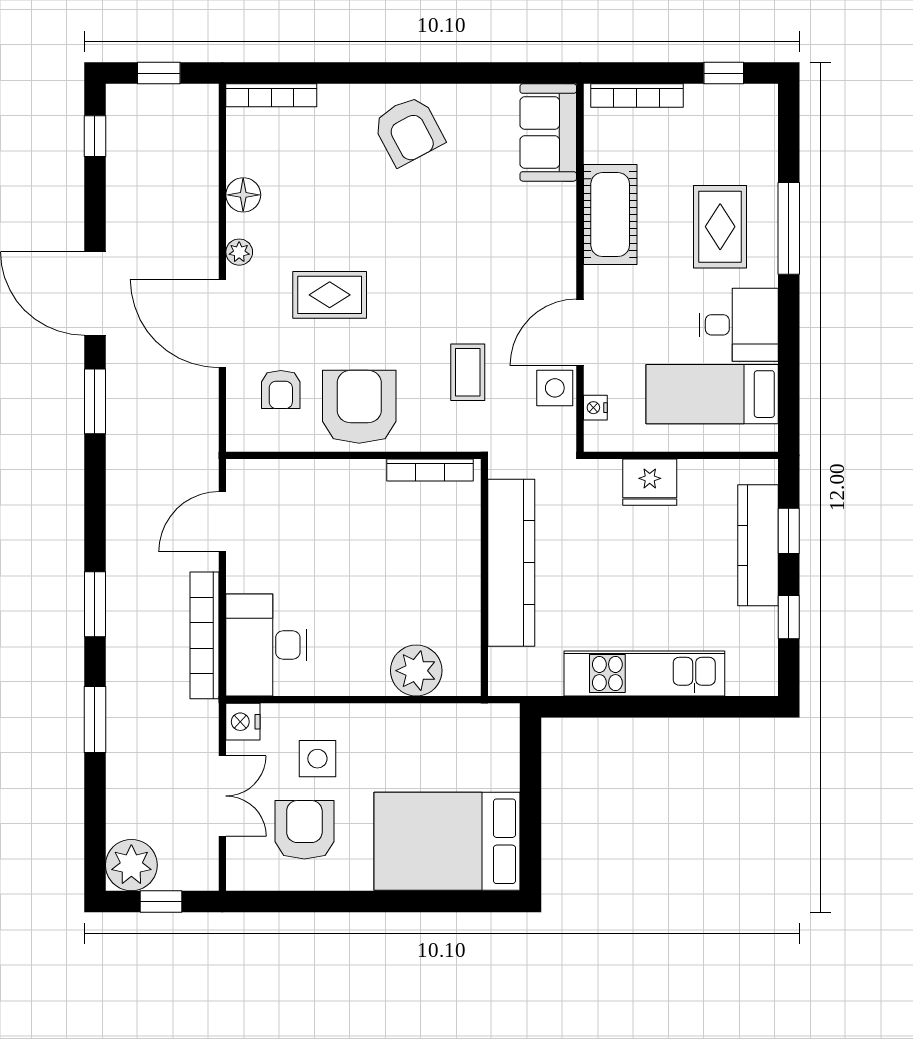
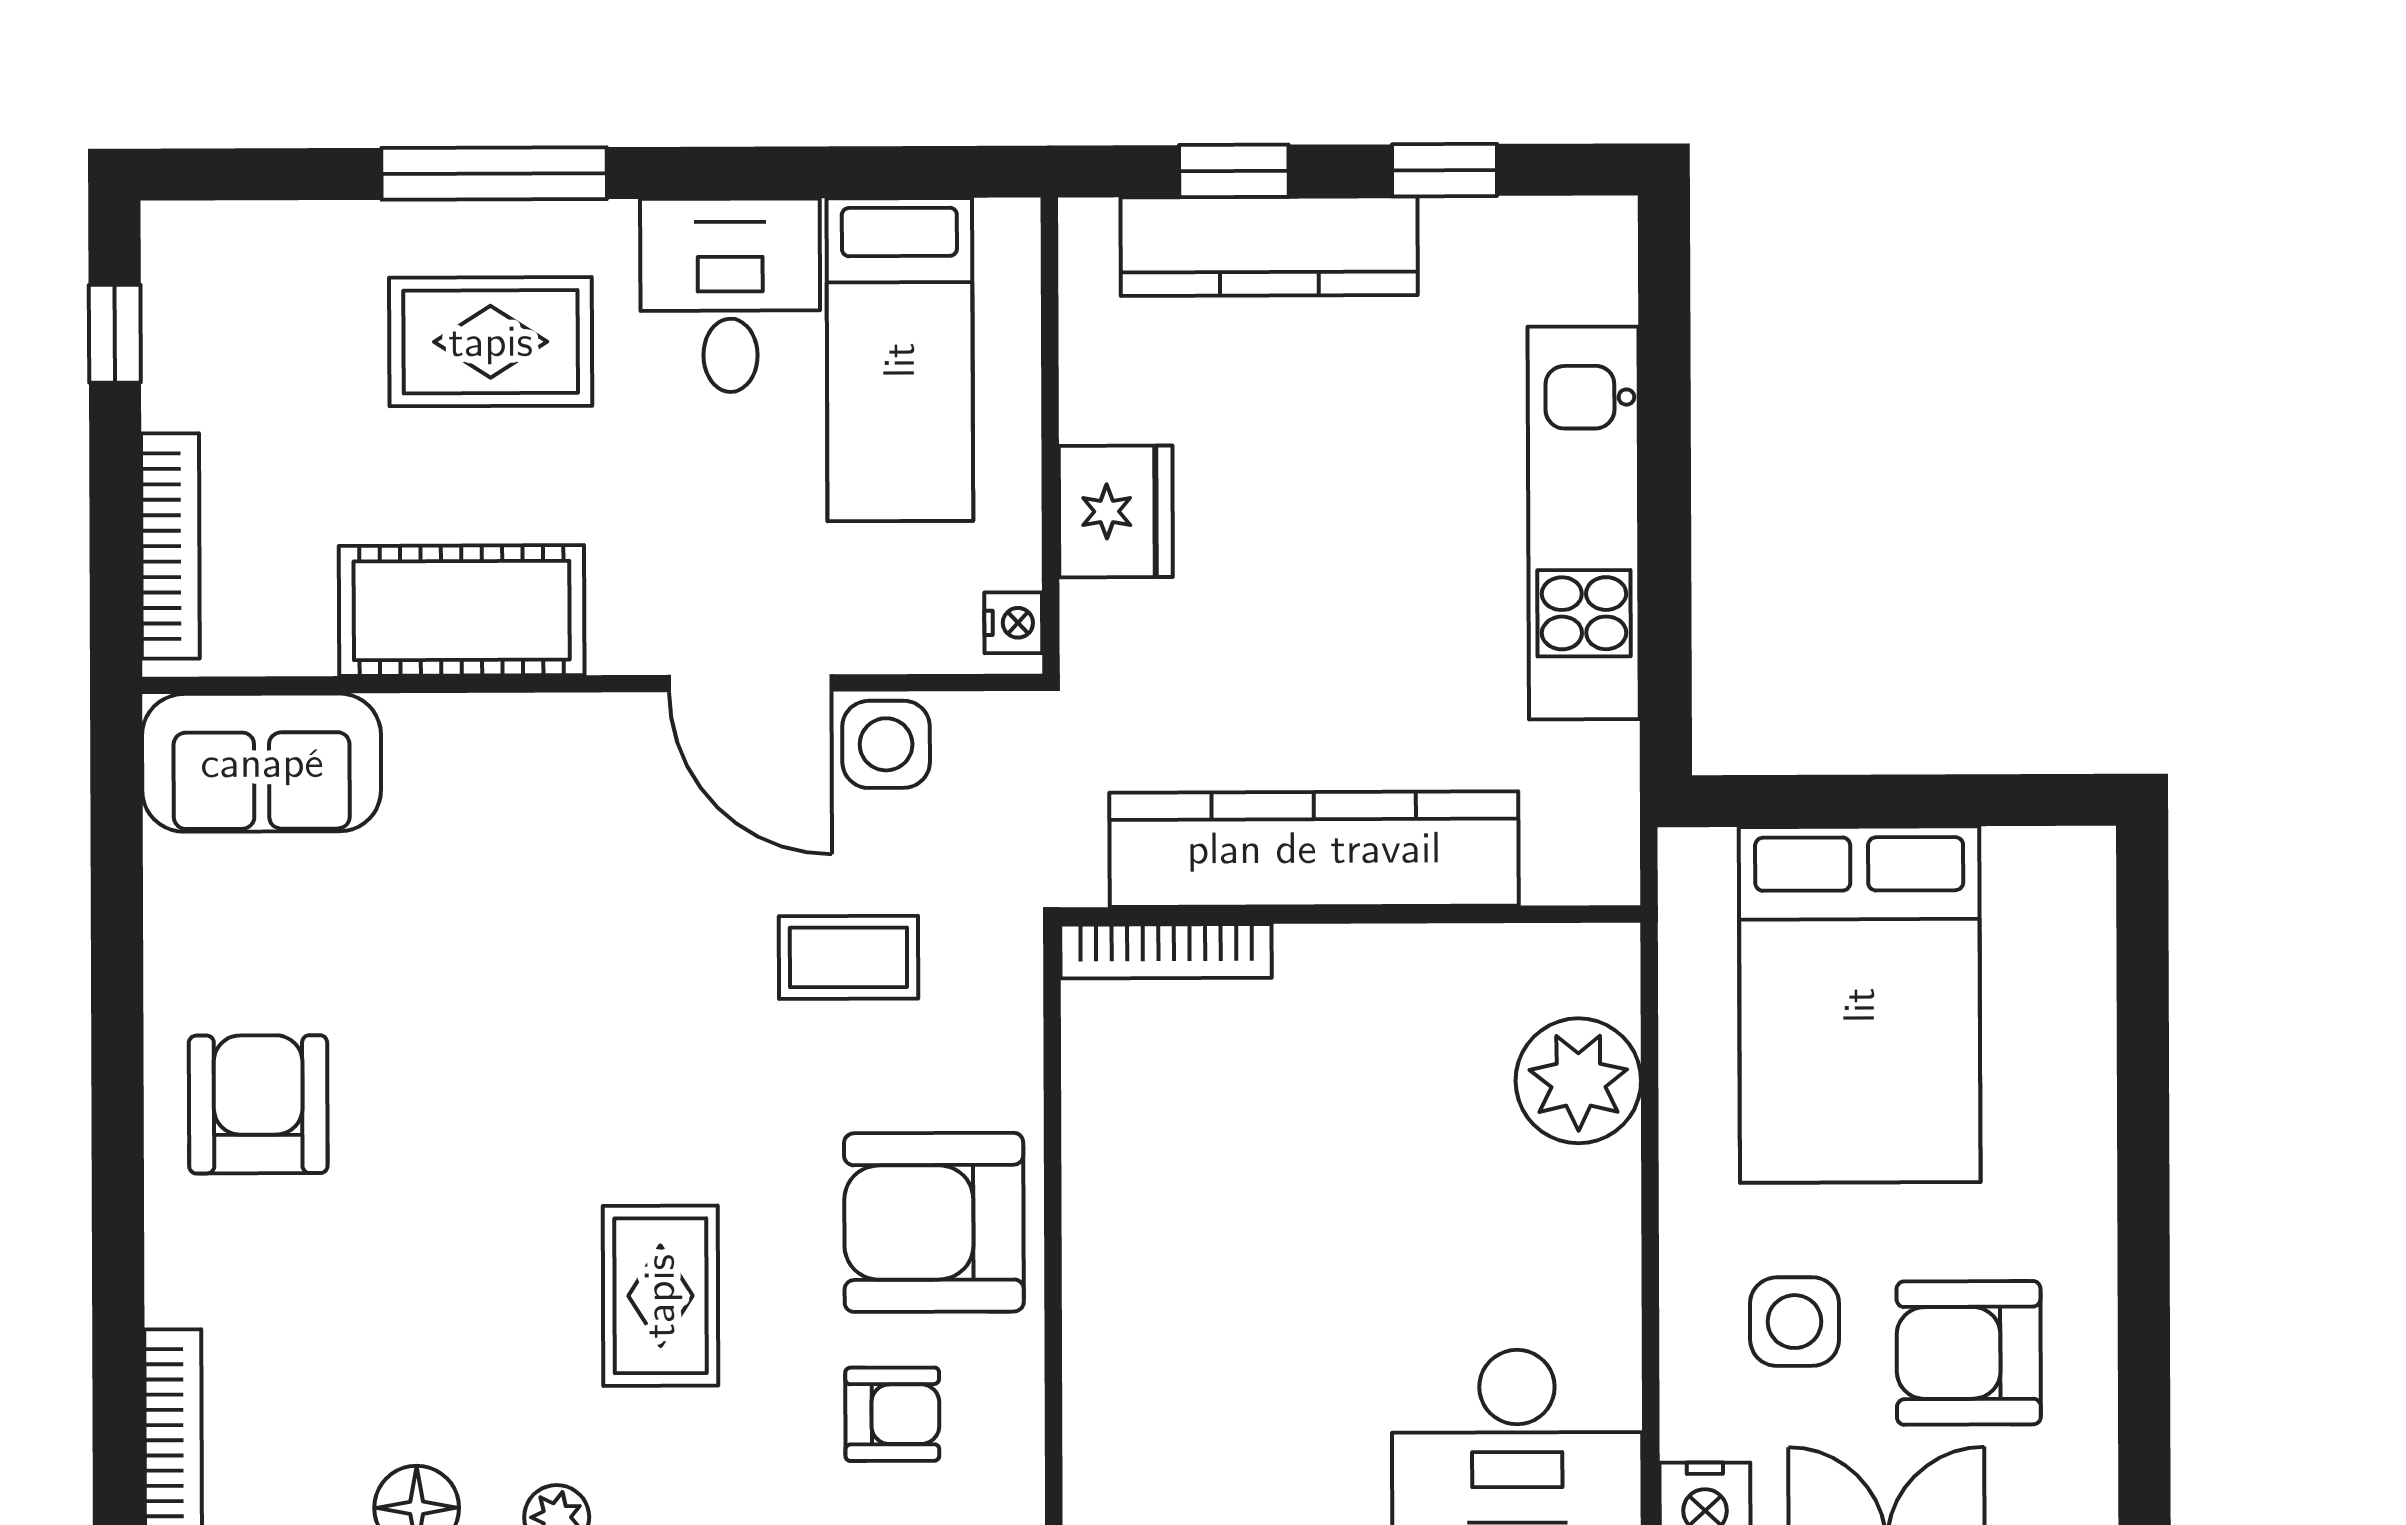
armchair: (408, 131) -> (258, 1104), turned -62
nightstand: (595, 408) -> (1013, 623), moved, turned -90
bookcase: (430, 470) -> (1166, 951), moved, turned 90
bed: (447, 841) -> (1860, 1005), moved

